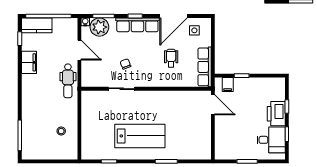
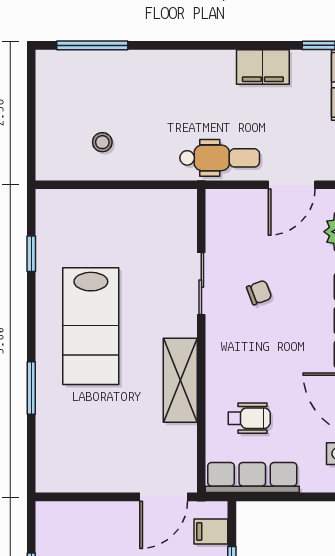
wheelchair: (171, 58) -> (249, 418), moved
dental chair: (68, 81) -> (220, 158), turned 180
shelving: (163, 98) -> (180, 380), added

